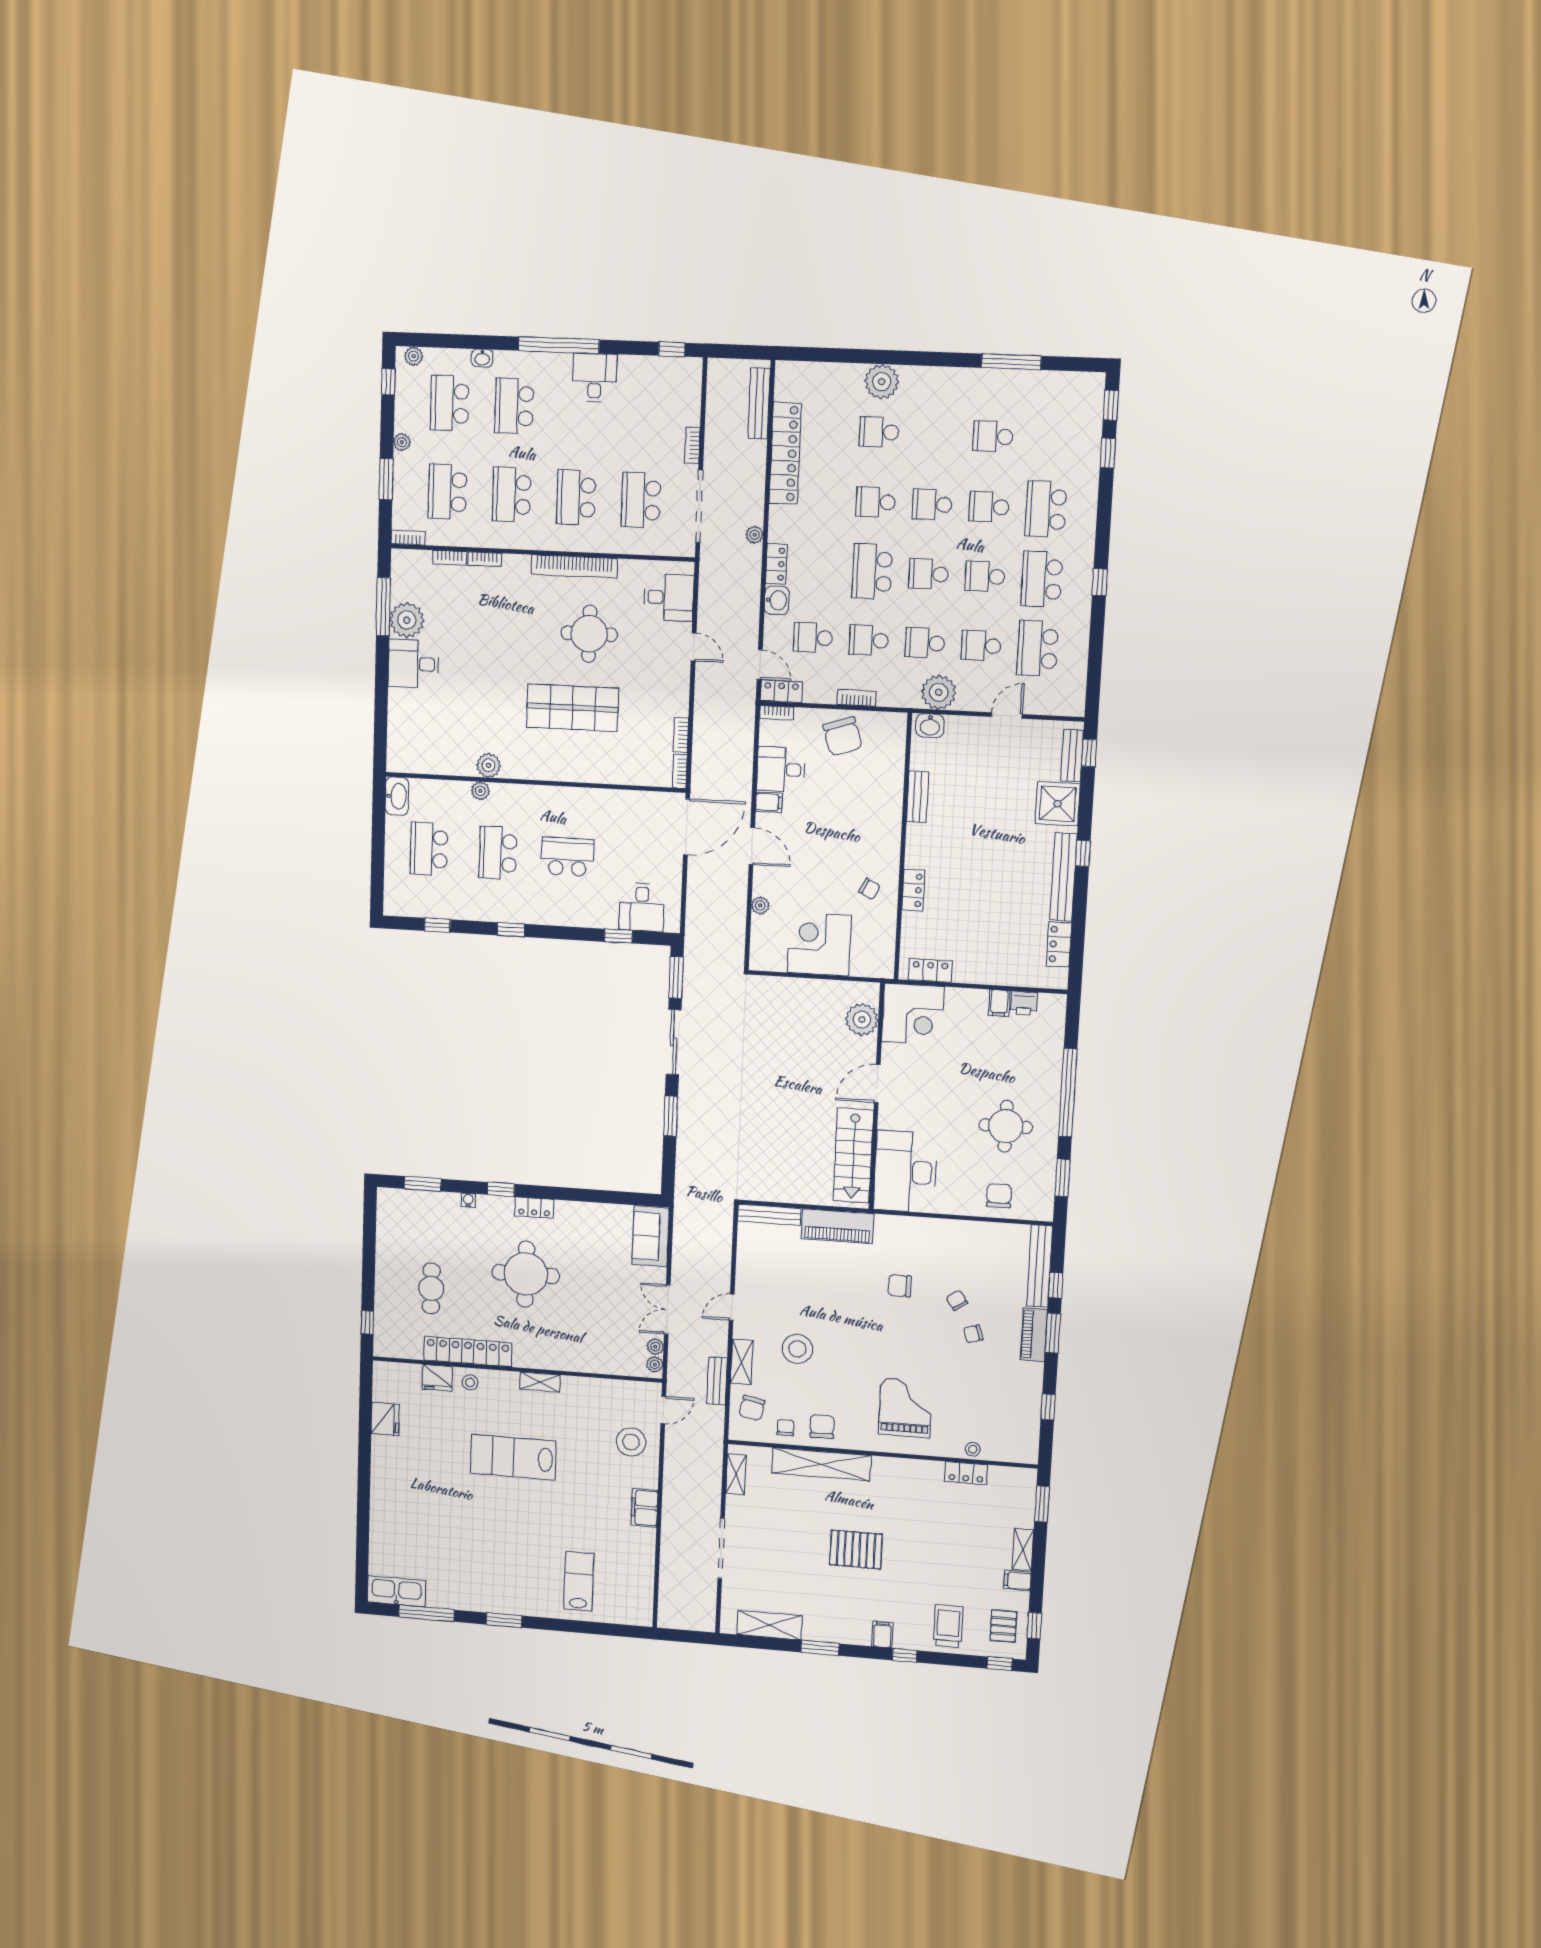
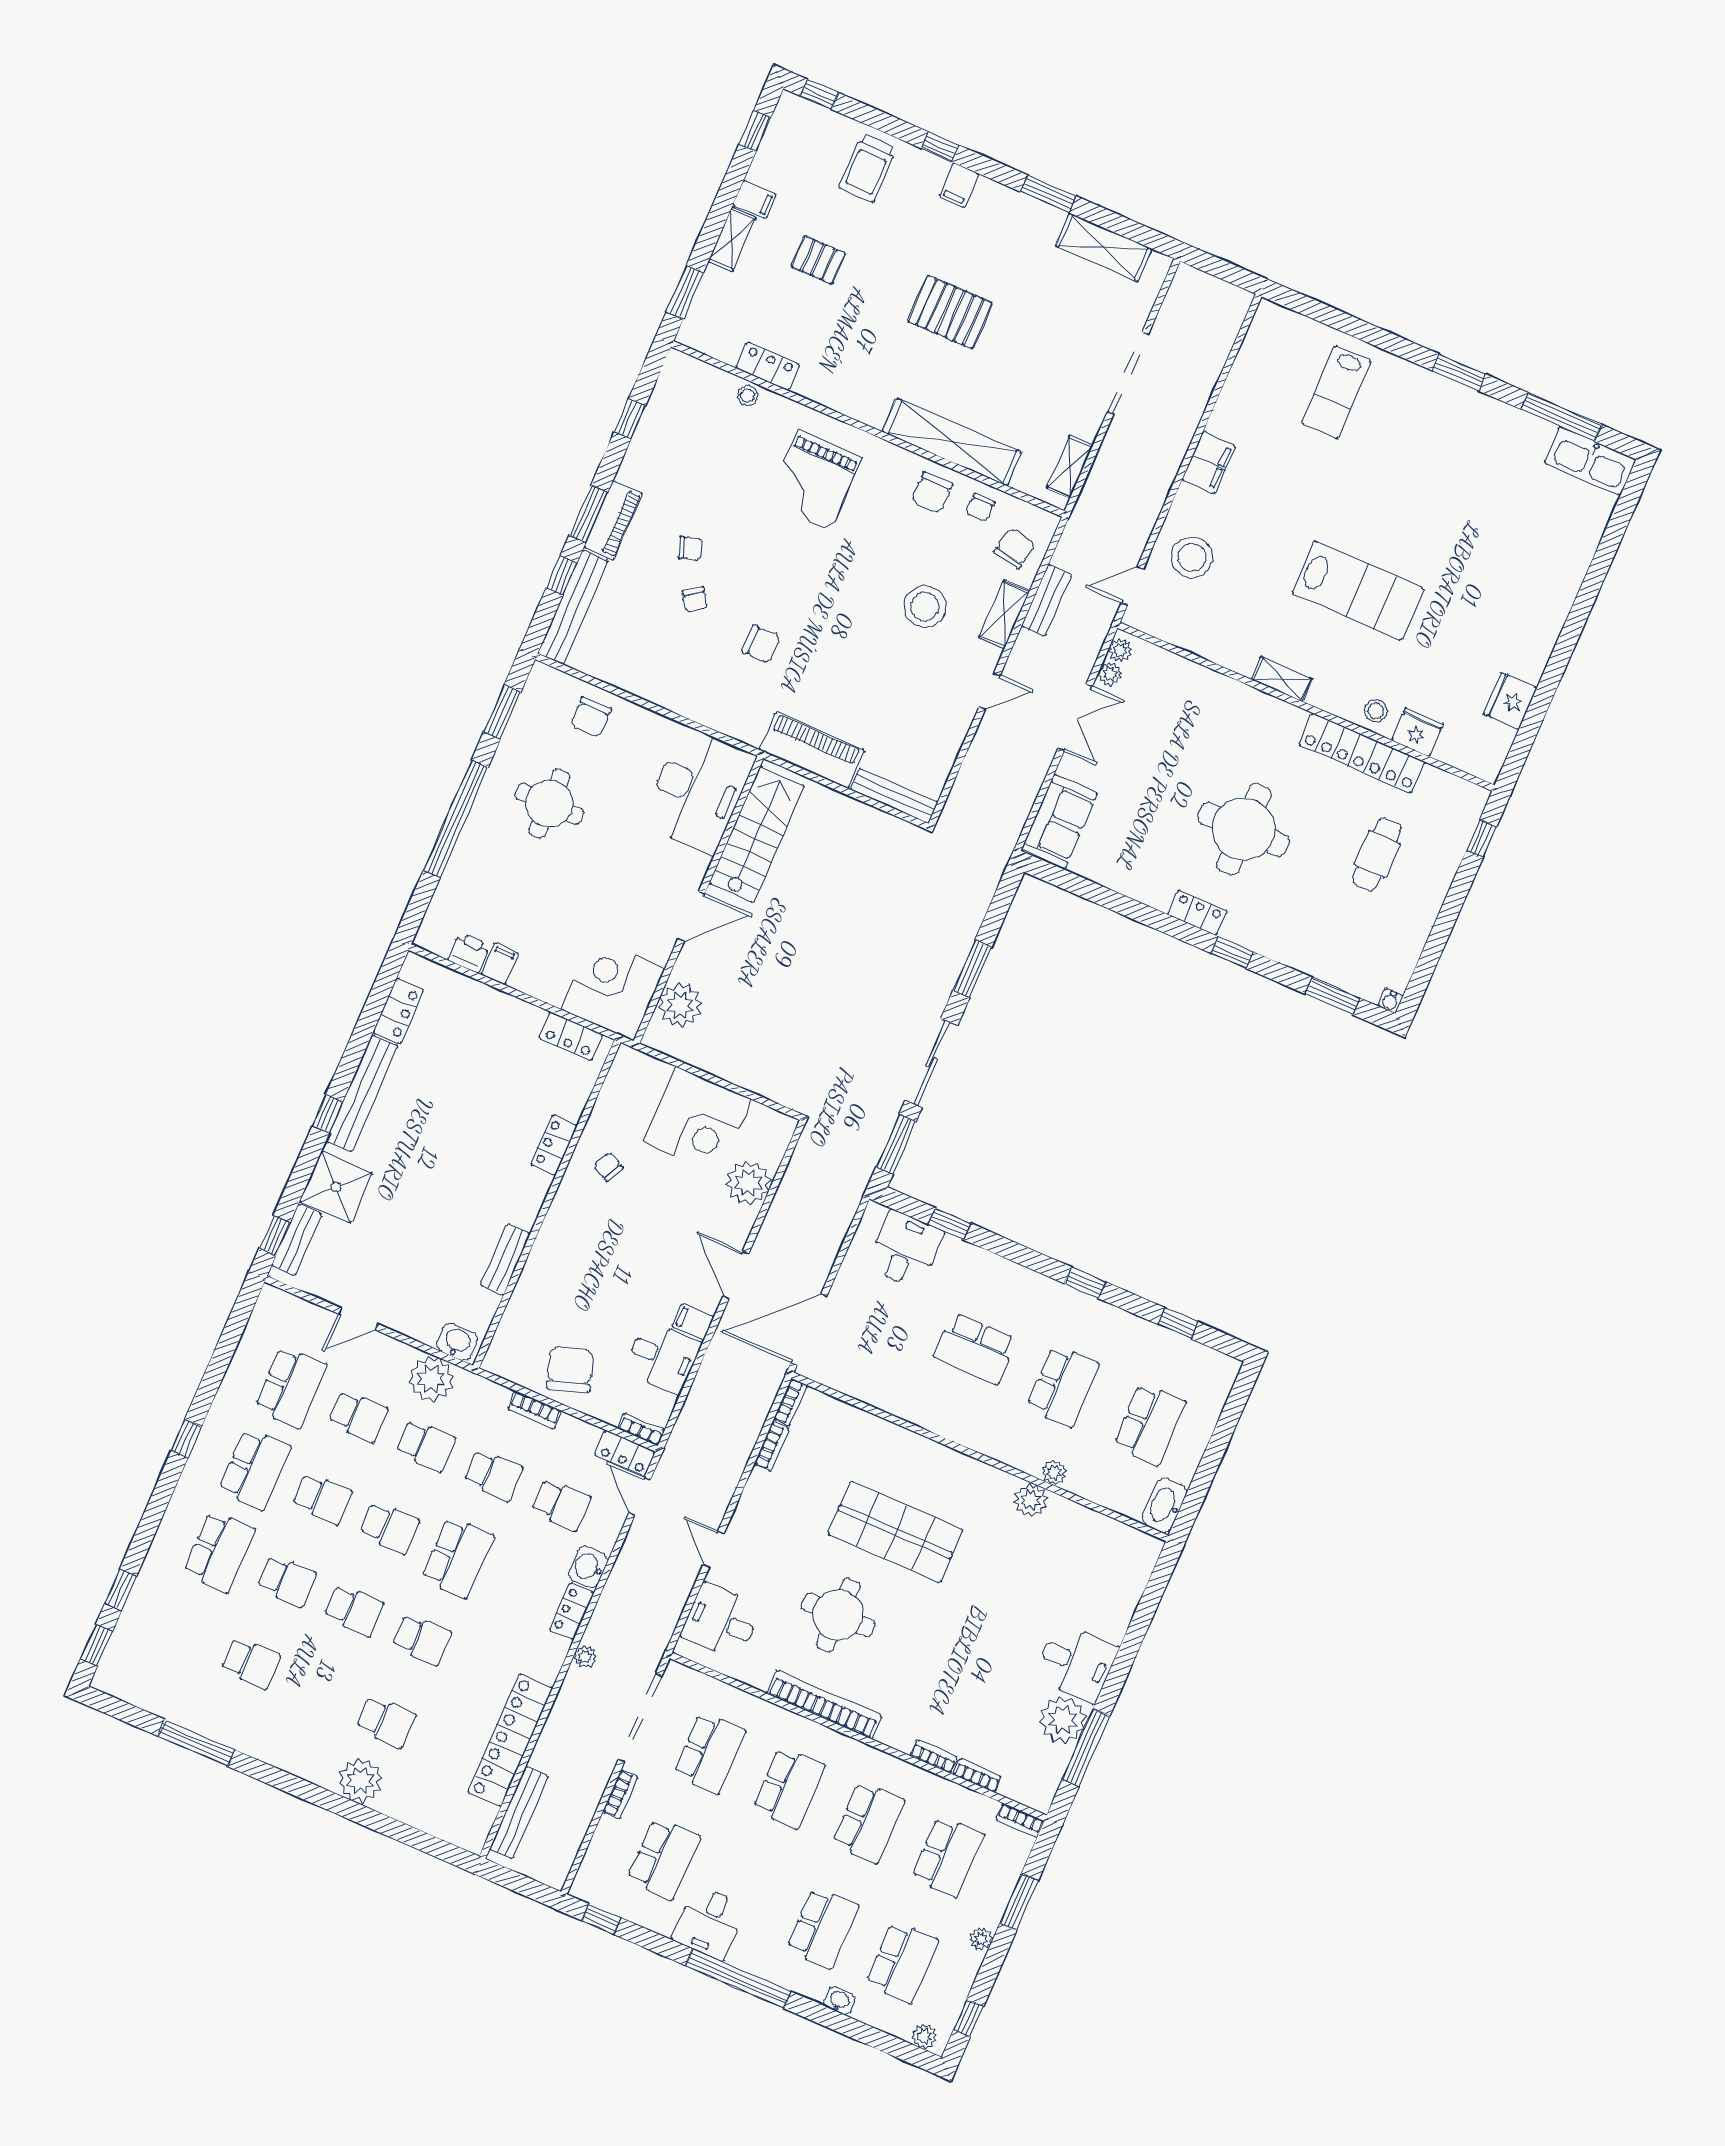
school desk: (644, 411) -> (664, 1859), added
plant: (760, 905) -> (748, 1183), width x1.87, depth x1.87
water cooler: (468, 1200) -> (1390, 1001), moved
pallet: (1003, 1626) -> (818, 260), moved, turned 90

